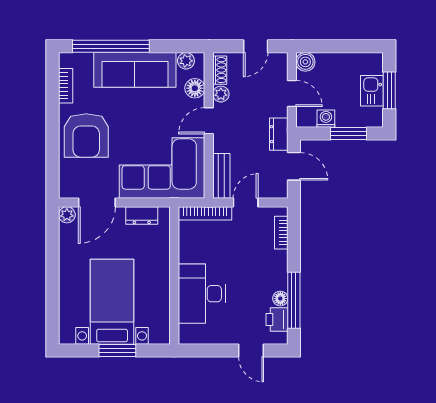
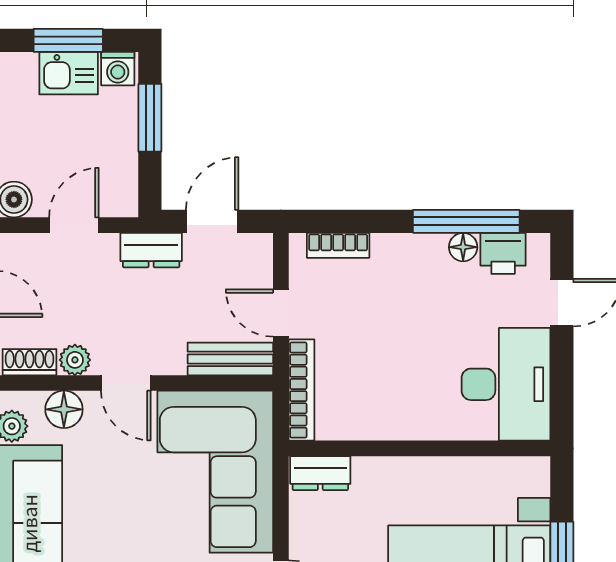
washing machine: (326, 119) -> (118, 69), moved, turned -90
dresser: (142, 215) -> (320, 473), moved, turned 90
desk: (202, 294) -> (506, 384), moved, turned -90

